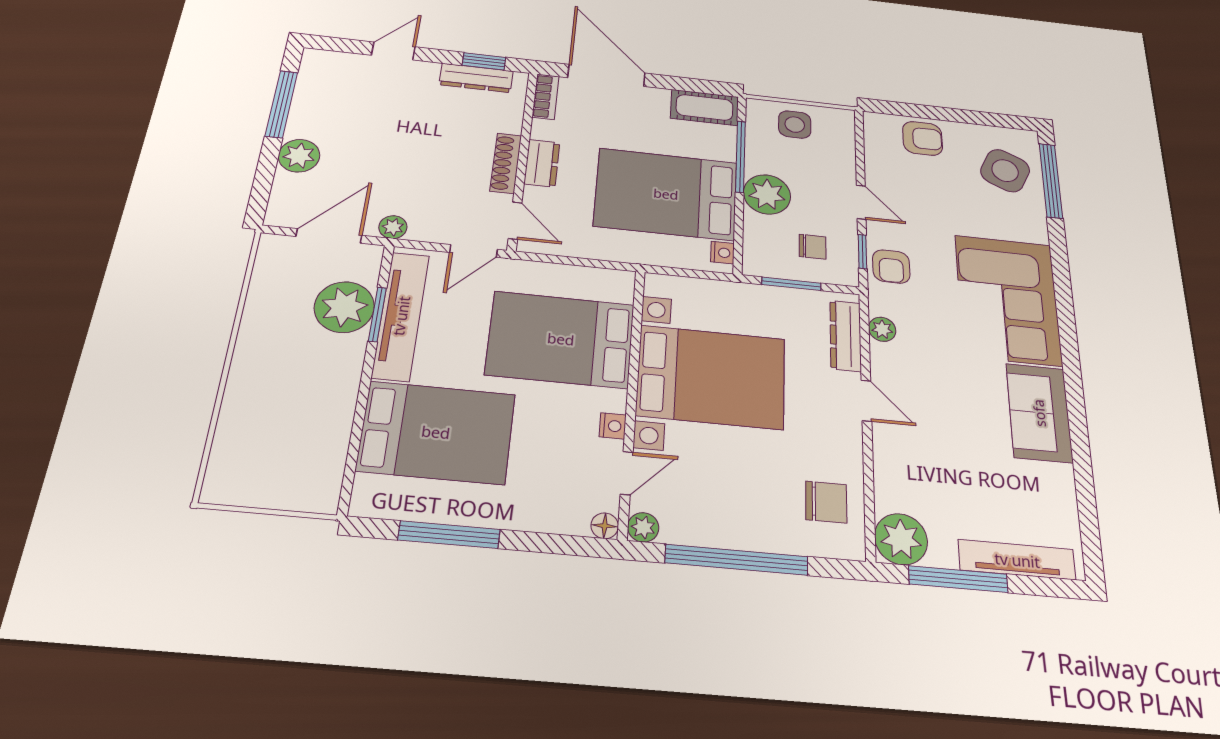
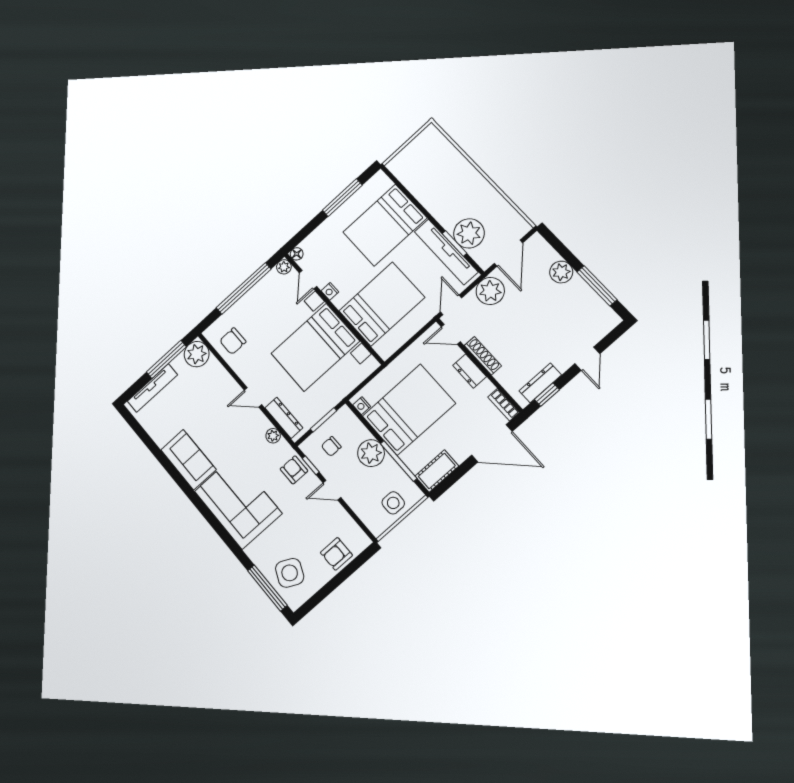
plant: (393, 227) -> (490, 291), width x1.88, depth x1.88

